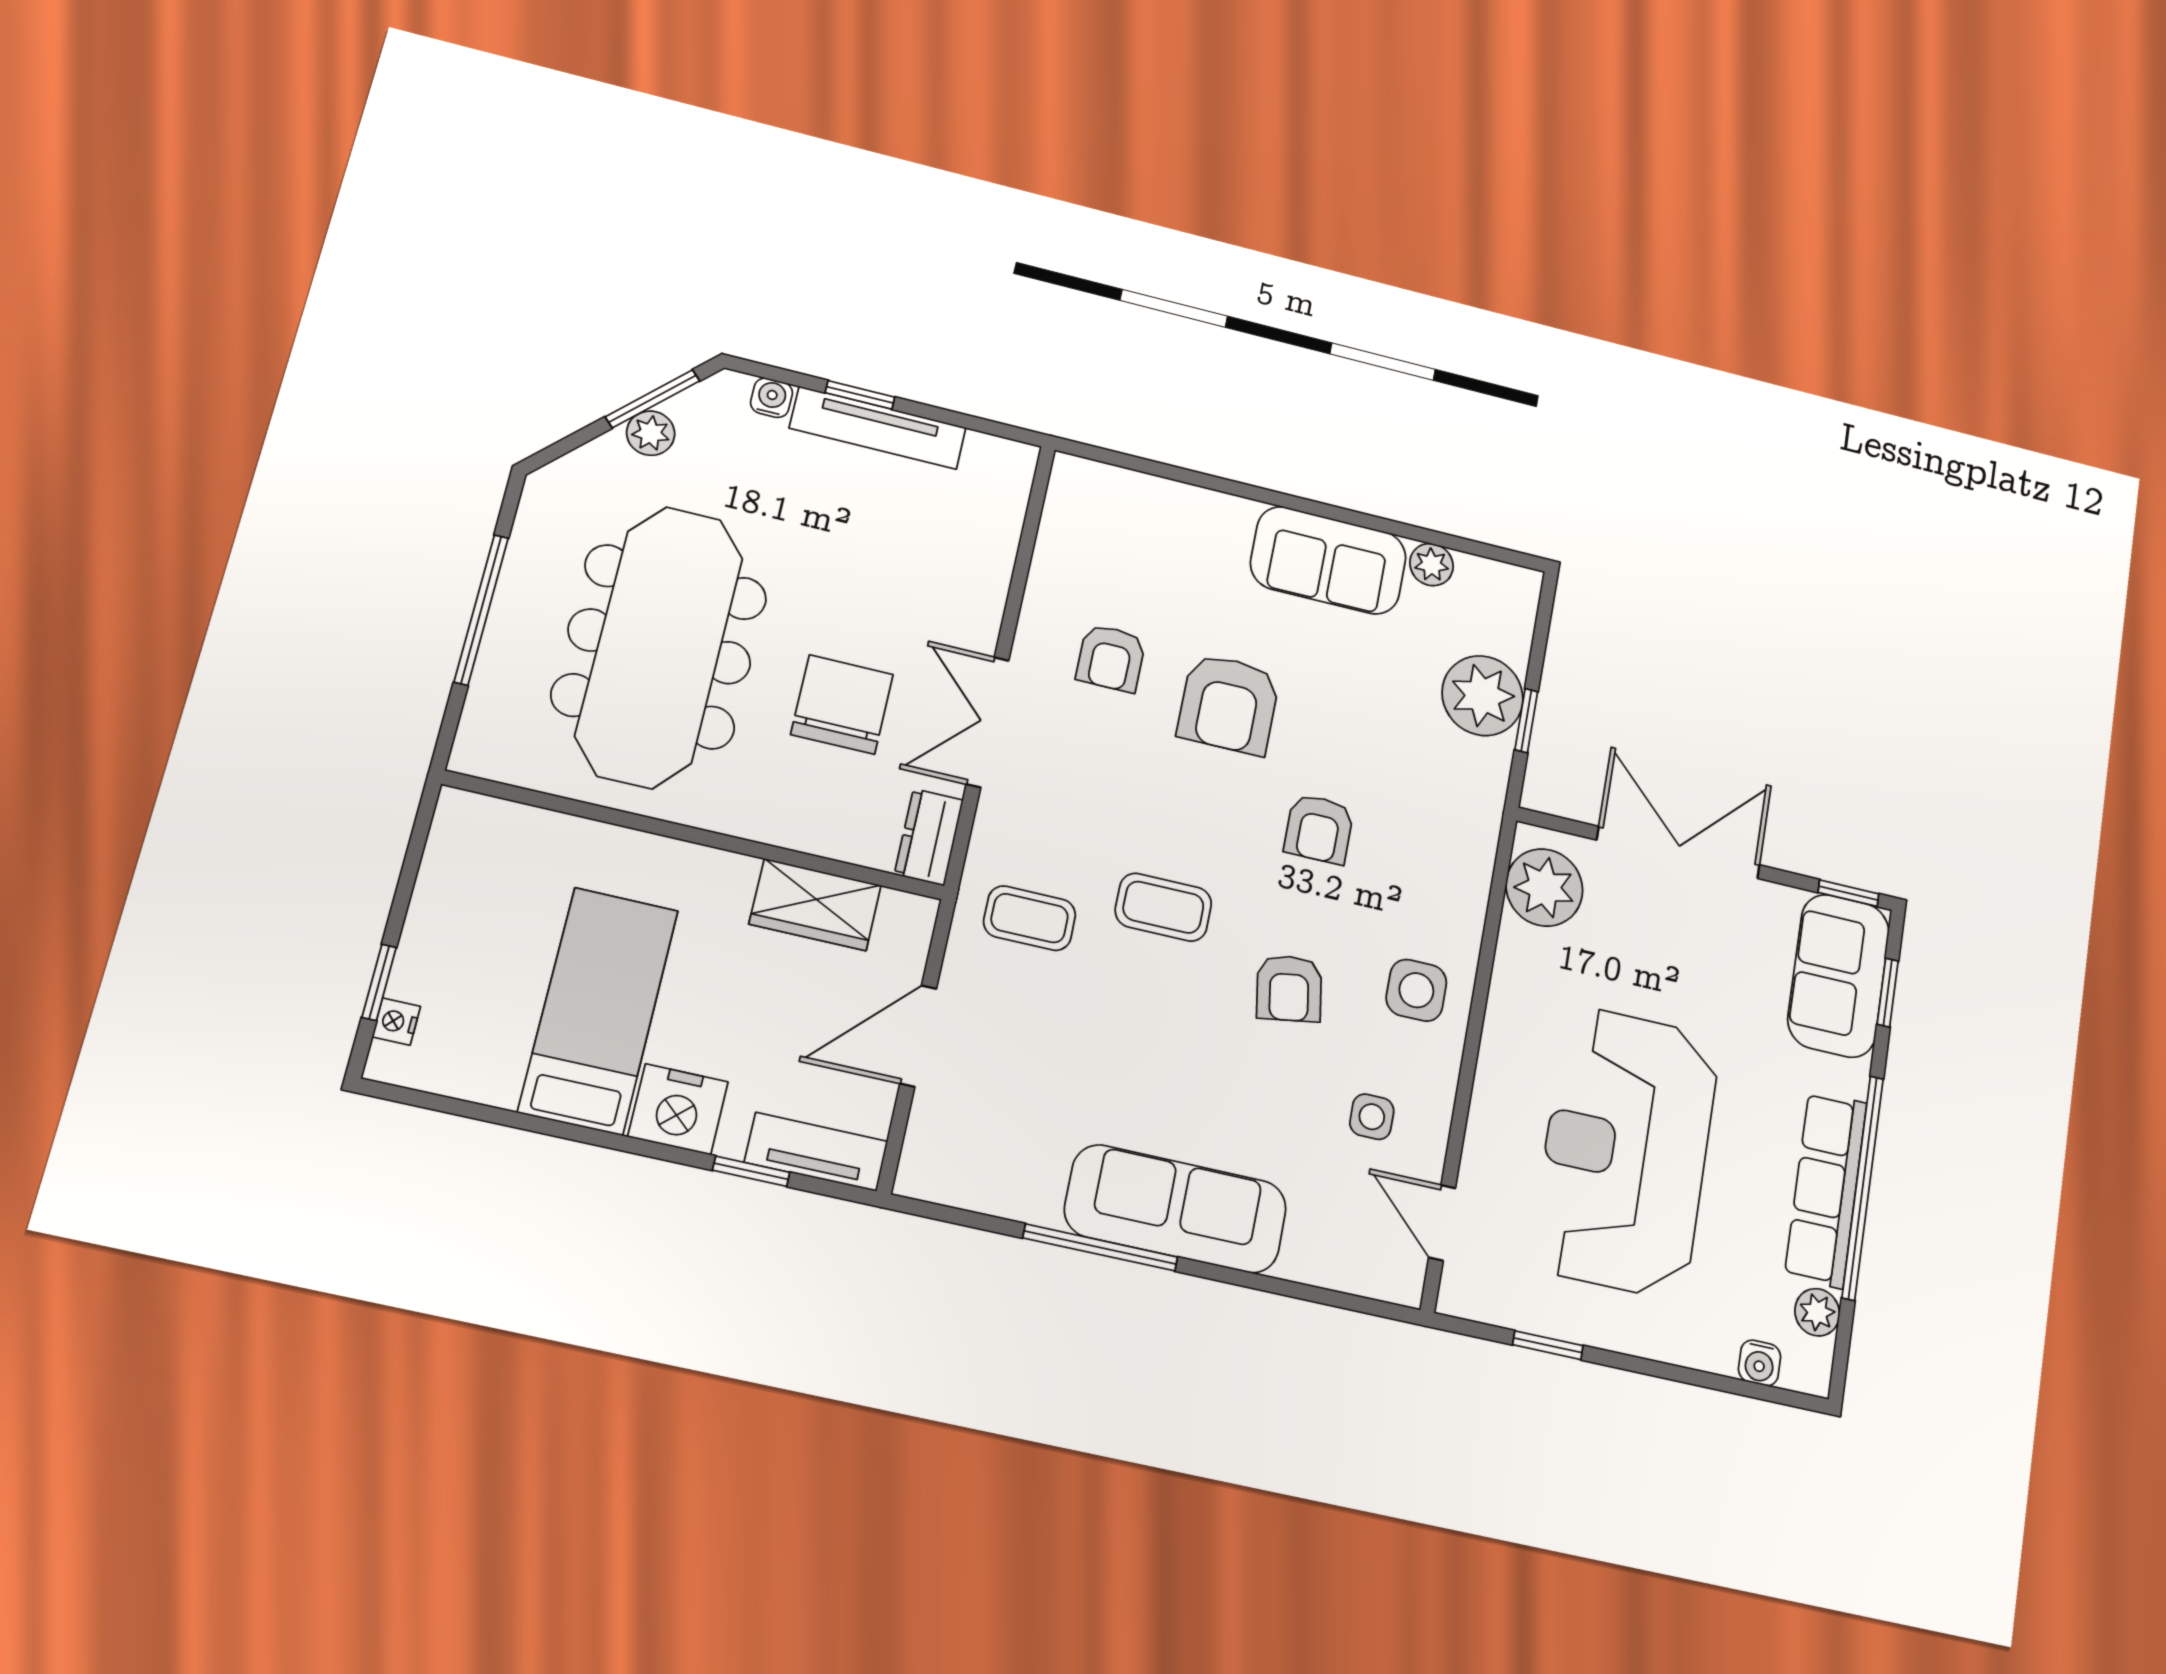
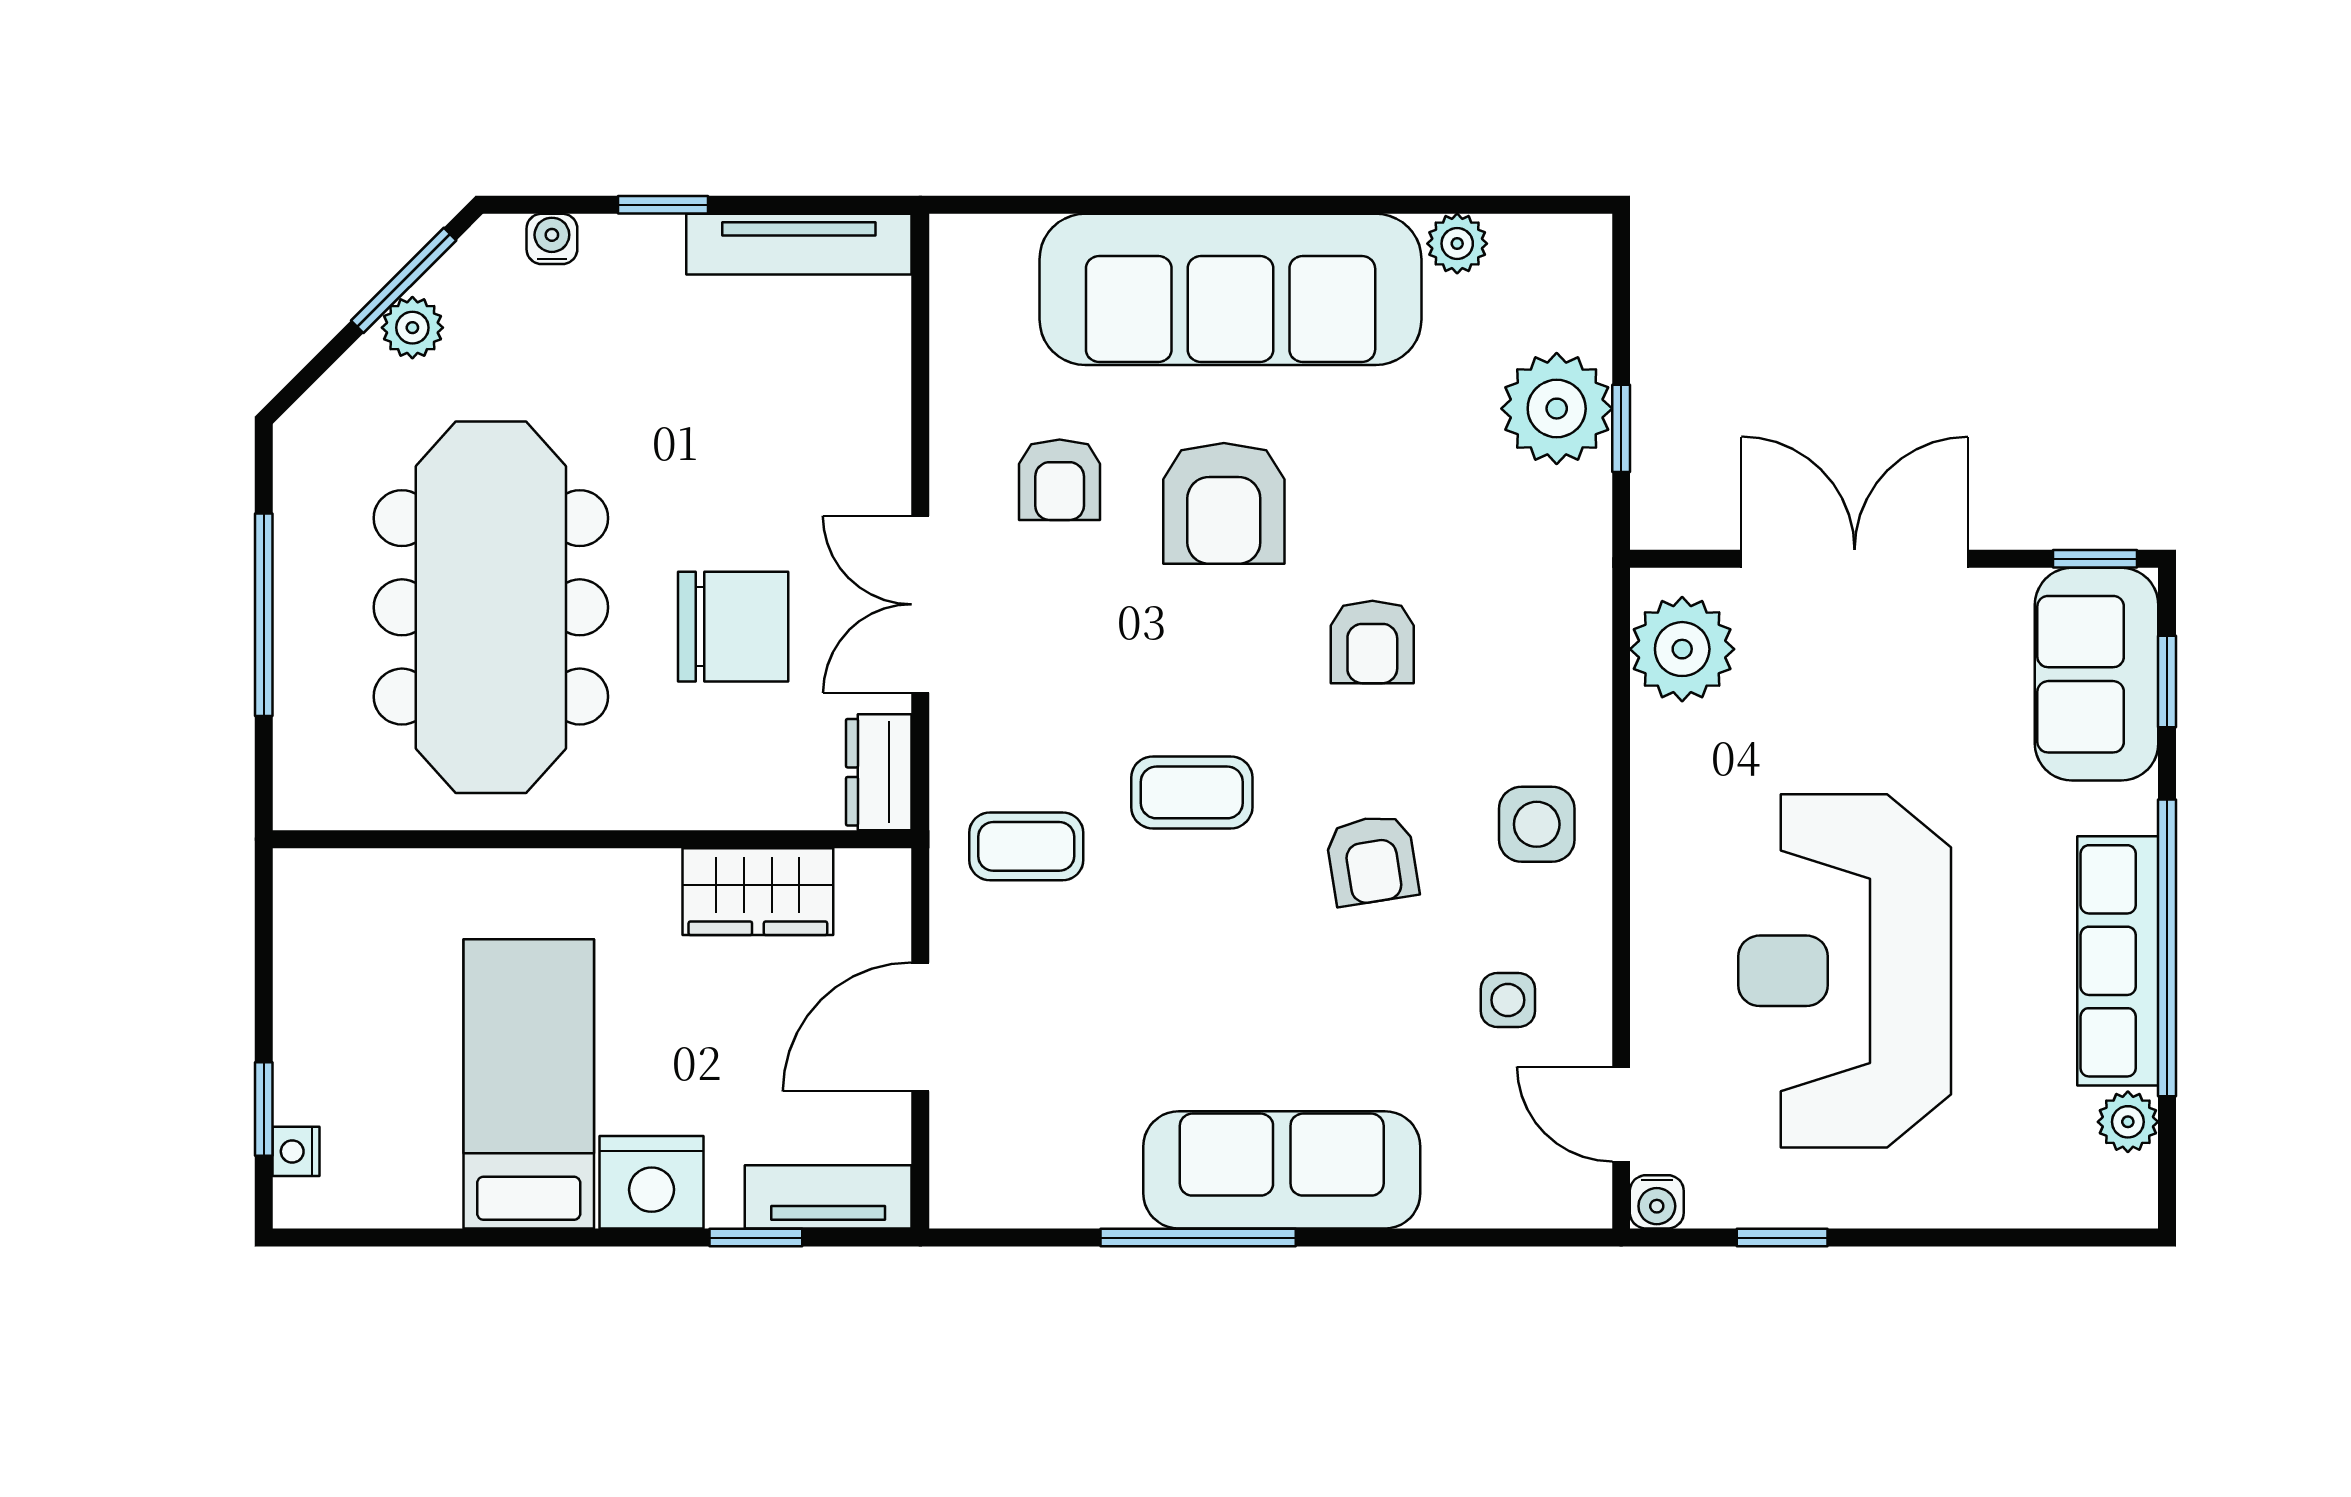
tv unit: (878, 428) -> (799, 244), moved
sofa: (1328, 560) -> (1231, 289), width x1.85, depth x1.27
chair: (842, 704) -> (733, 627), turned 90
water cooler: (1760, 1363) -> (1657, 1202), moved

